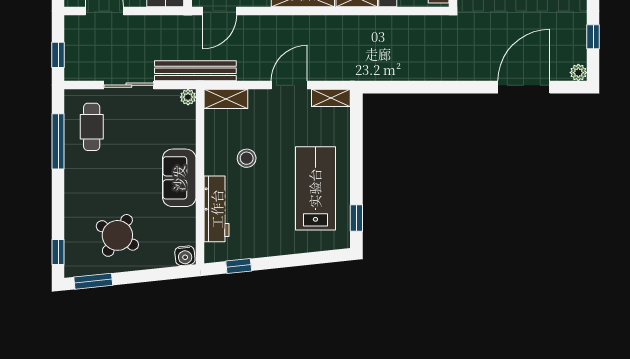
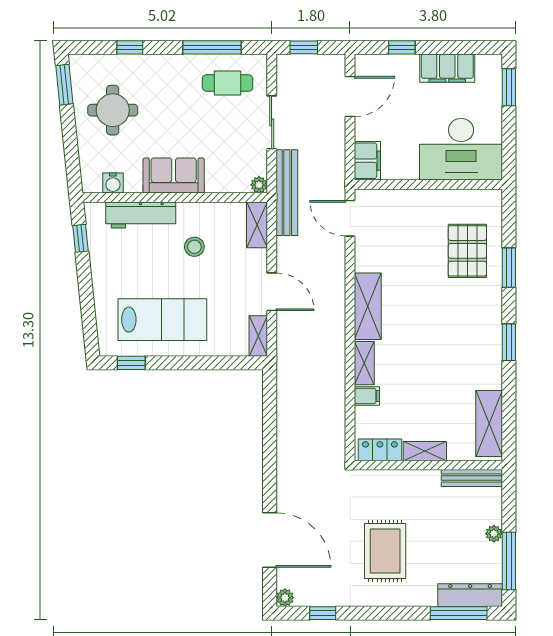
round table: (117, 235) -> (113, 110), turned -31
window: (58, 252) -> (130, 47), moved
water cooler: (185, 256) -> (113, 183), moved, turned -84

